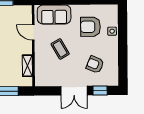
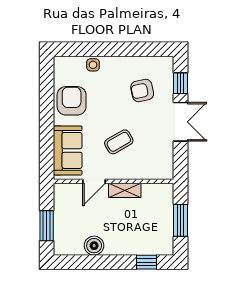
armchair: (90, 27) -> (72, 101), moved, turned 180
armchair: (95, 65) -> (142, 90), turned 55
shelving: (27, 66) -> (125, 190), moved

